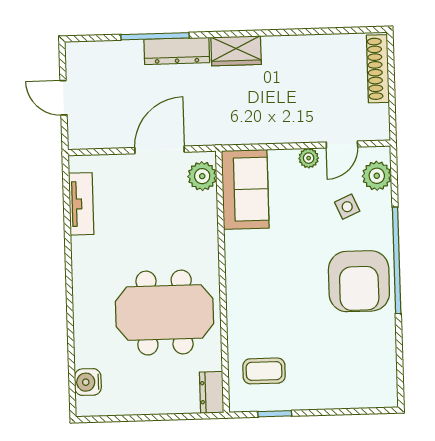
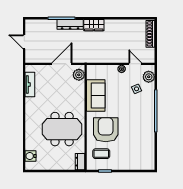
door: (342, 144) -> (135, 64), swing flipped
sofa: (245, 189) -> (96, 95), moved
armchair: (359, 281) -> (106, 130), moved, turned 180

